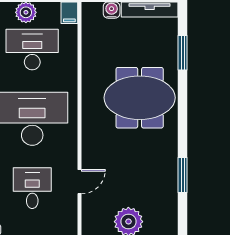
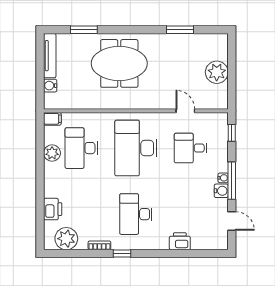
meeting table: (140, 98) -> (119, 63), turned 90

